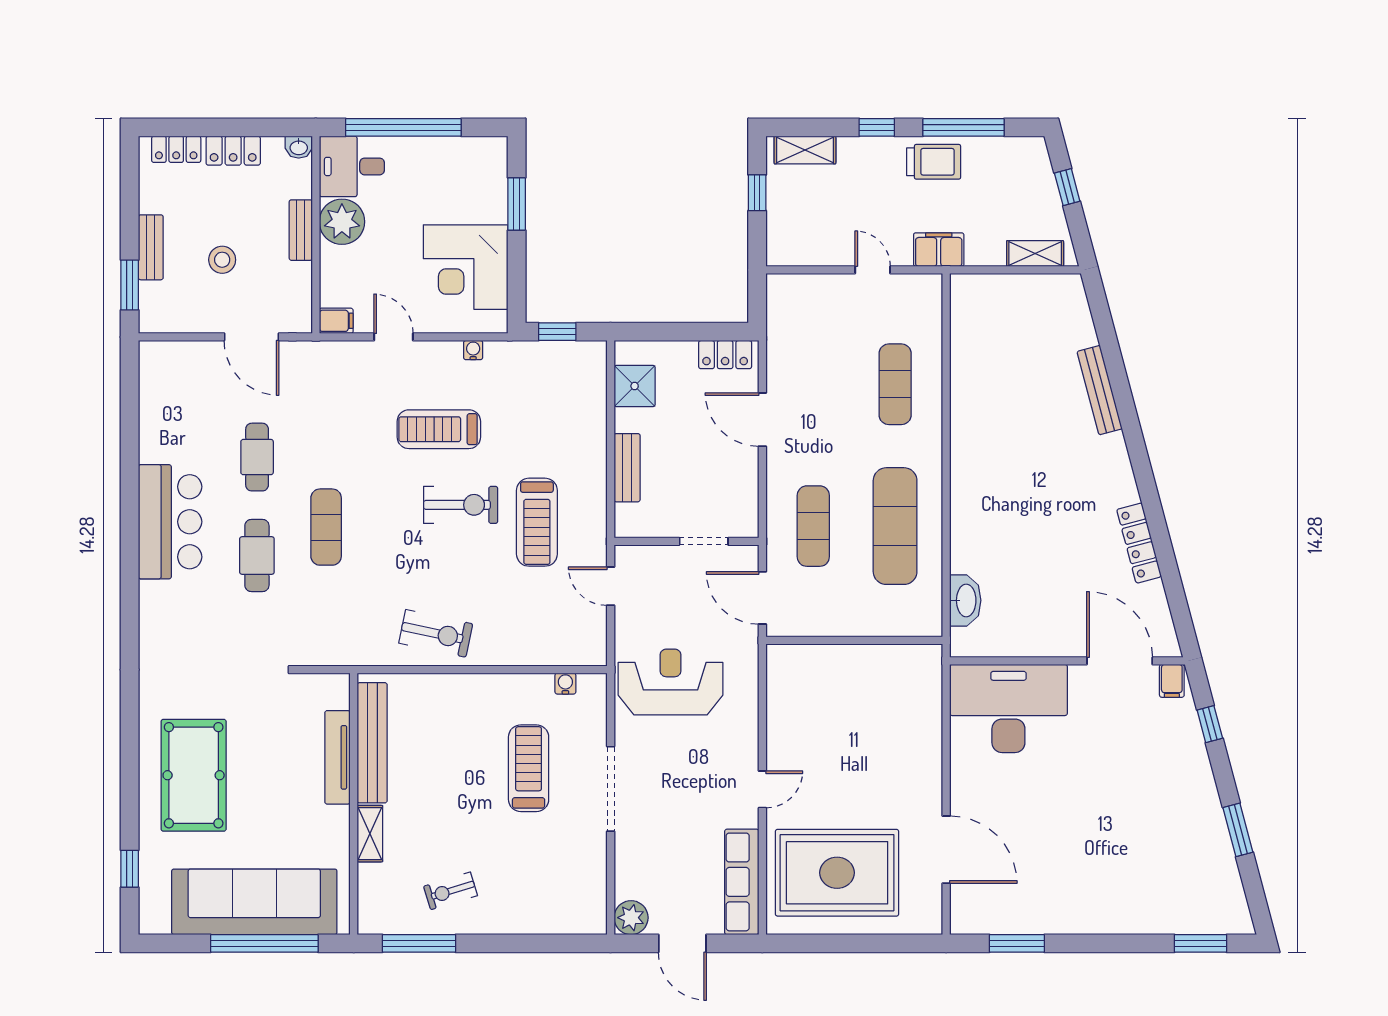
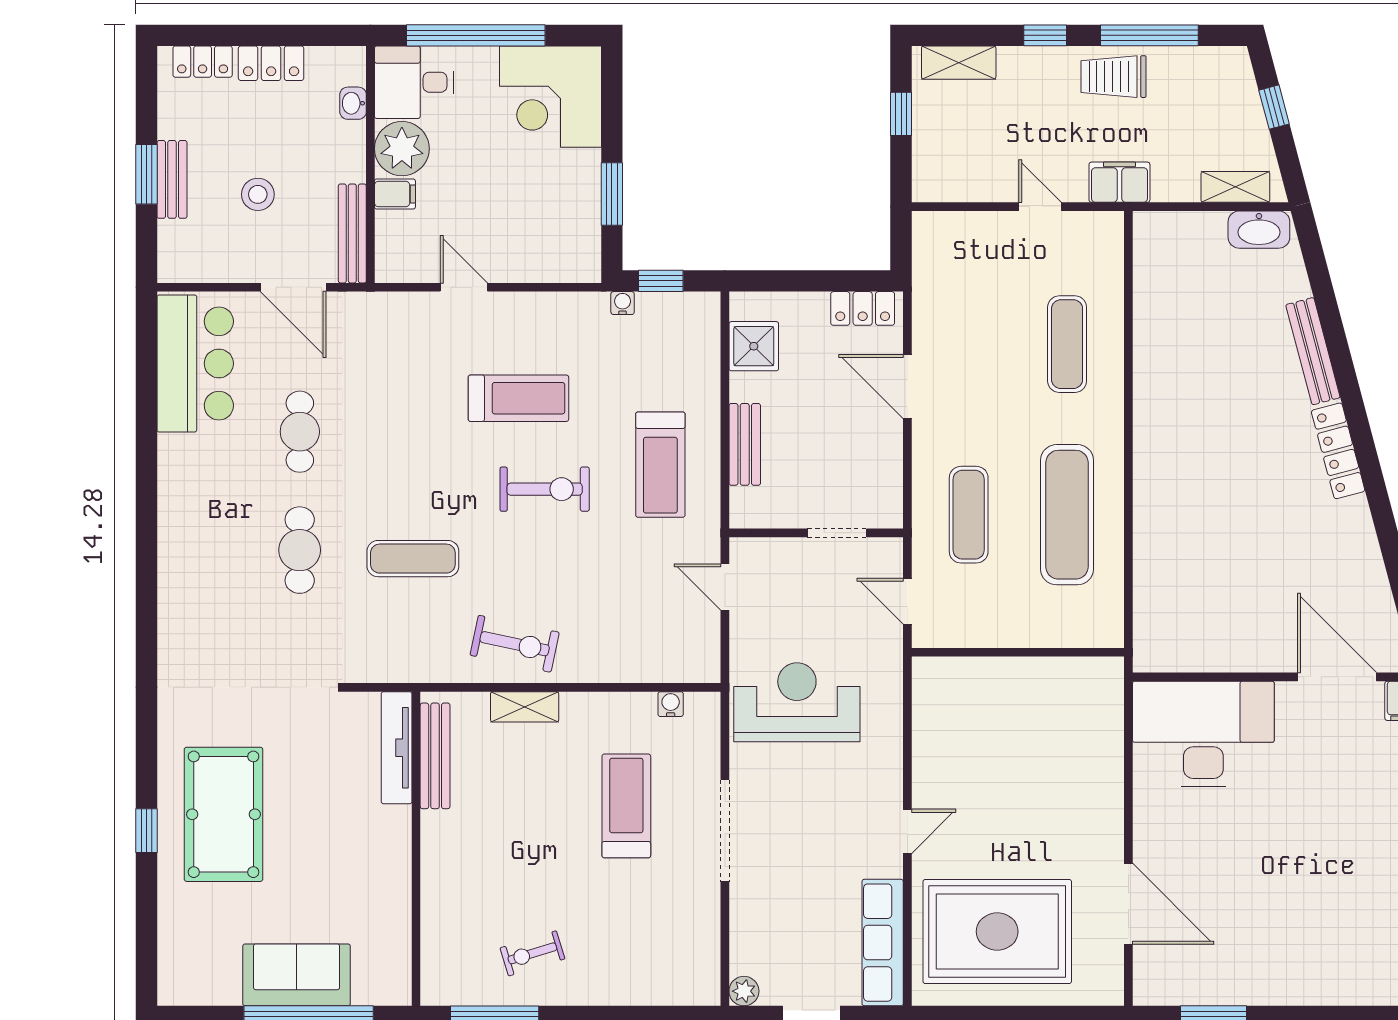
washbasin: (299, 147) -> (353, 103), moved, turned 90
trolley: (934, 162) -> (1113, 77), turned 180
window: (517, 204) -> (612, 194), moved
bench: (301, 230) -> (352, 233), moved, width x1.36
corner desk: (466, 267) -> (550, 97), moved
window: (130, 285) -> (147, 174), moved
filing cabinet: (336, 321) -> (395, 194), moved
water cooler: (473, 350) -> (623, 303), moved
treadmill: (439, 429) -> (518, 398), turned 180
bar counter: (170, 522) -> (195, 363), moved
treadmill: (537, 522) -> (660, 465), moved
exercise mat: (326, 527) -> (413, 559), moved, turned 90
locker: (1139, 543) -> (1338, 451), moved
door: (762, 598) -> (907, 601), width x0.73
washbasin: (965, 600) -> (1259, 230), moved, turned 90
bench: (372, 743) -> (435, 756), width x0.73, depth x0.82
tv unit: (338, 757) -> (397, 748), moved
shelving: (370, 834) -> (525, 707), moved, turned 90
window: (130, 869) -> (147, 831), moved
sofa: (254, 902) -> (297, 975), width x0.54, depth x0.79
plant: (631, 918) -> (744, 991), width x0.73, depth x0.73

